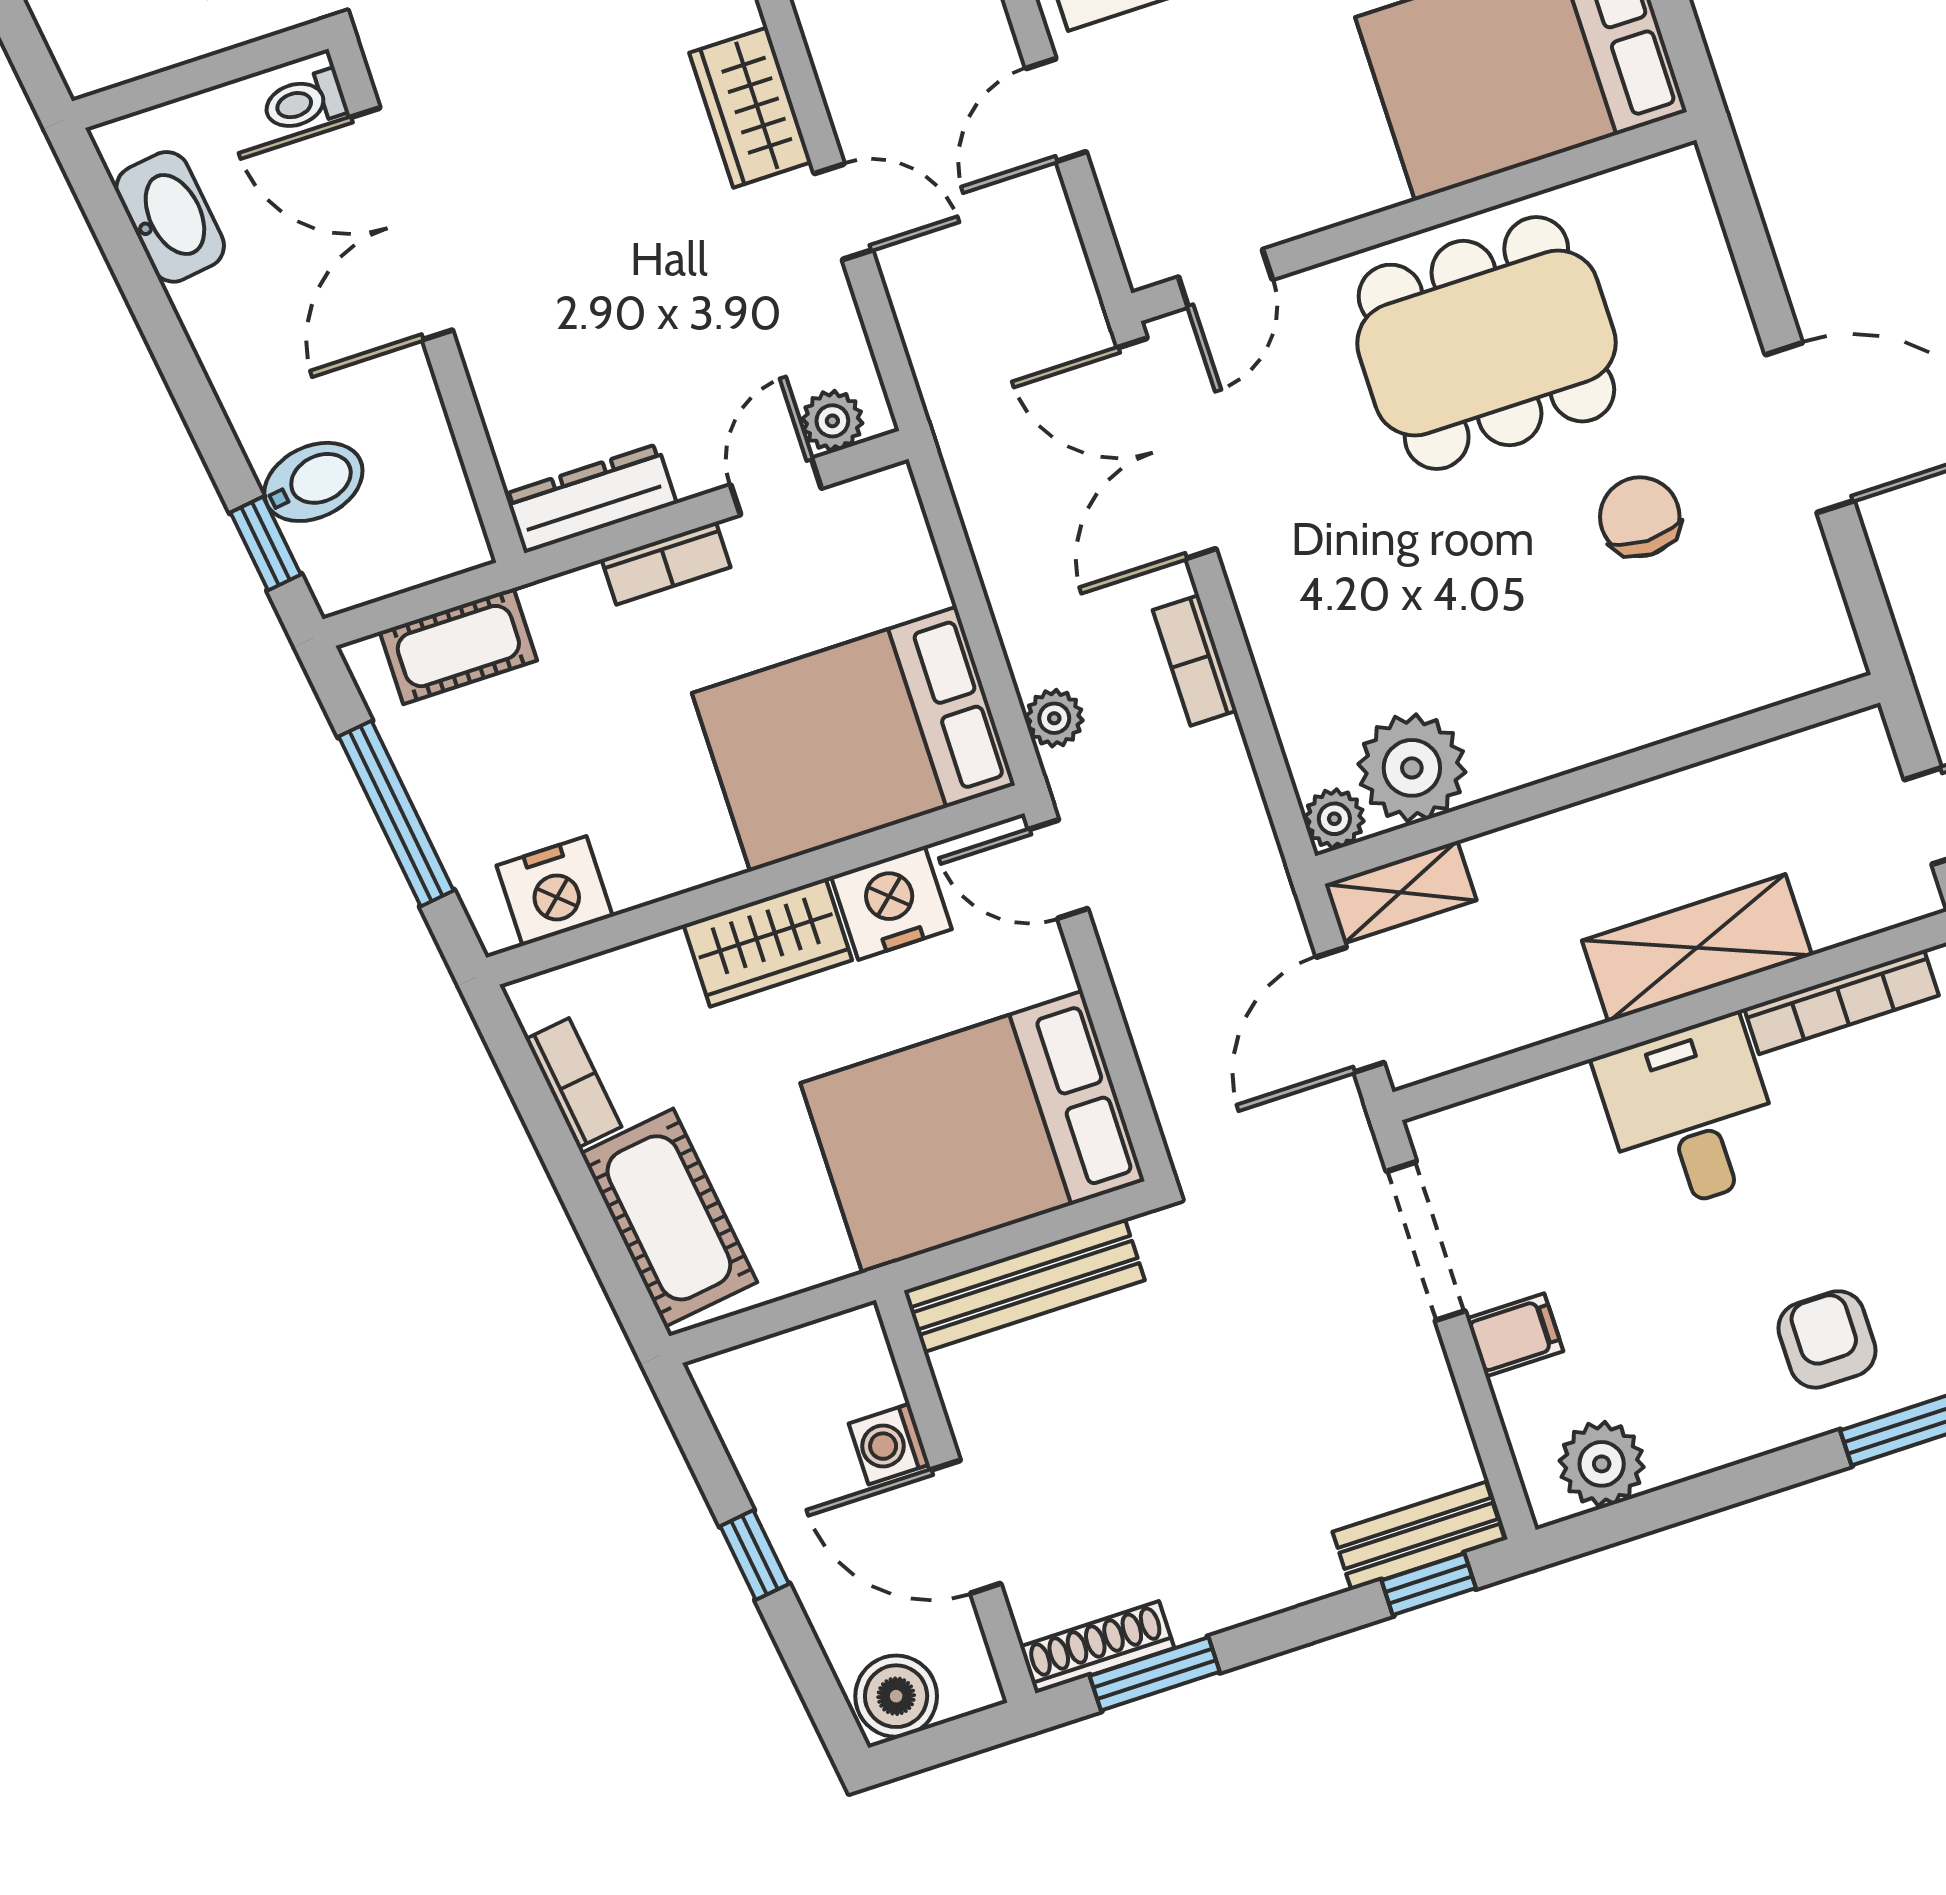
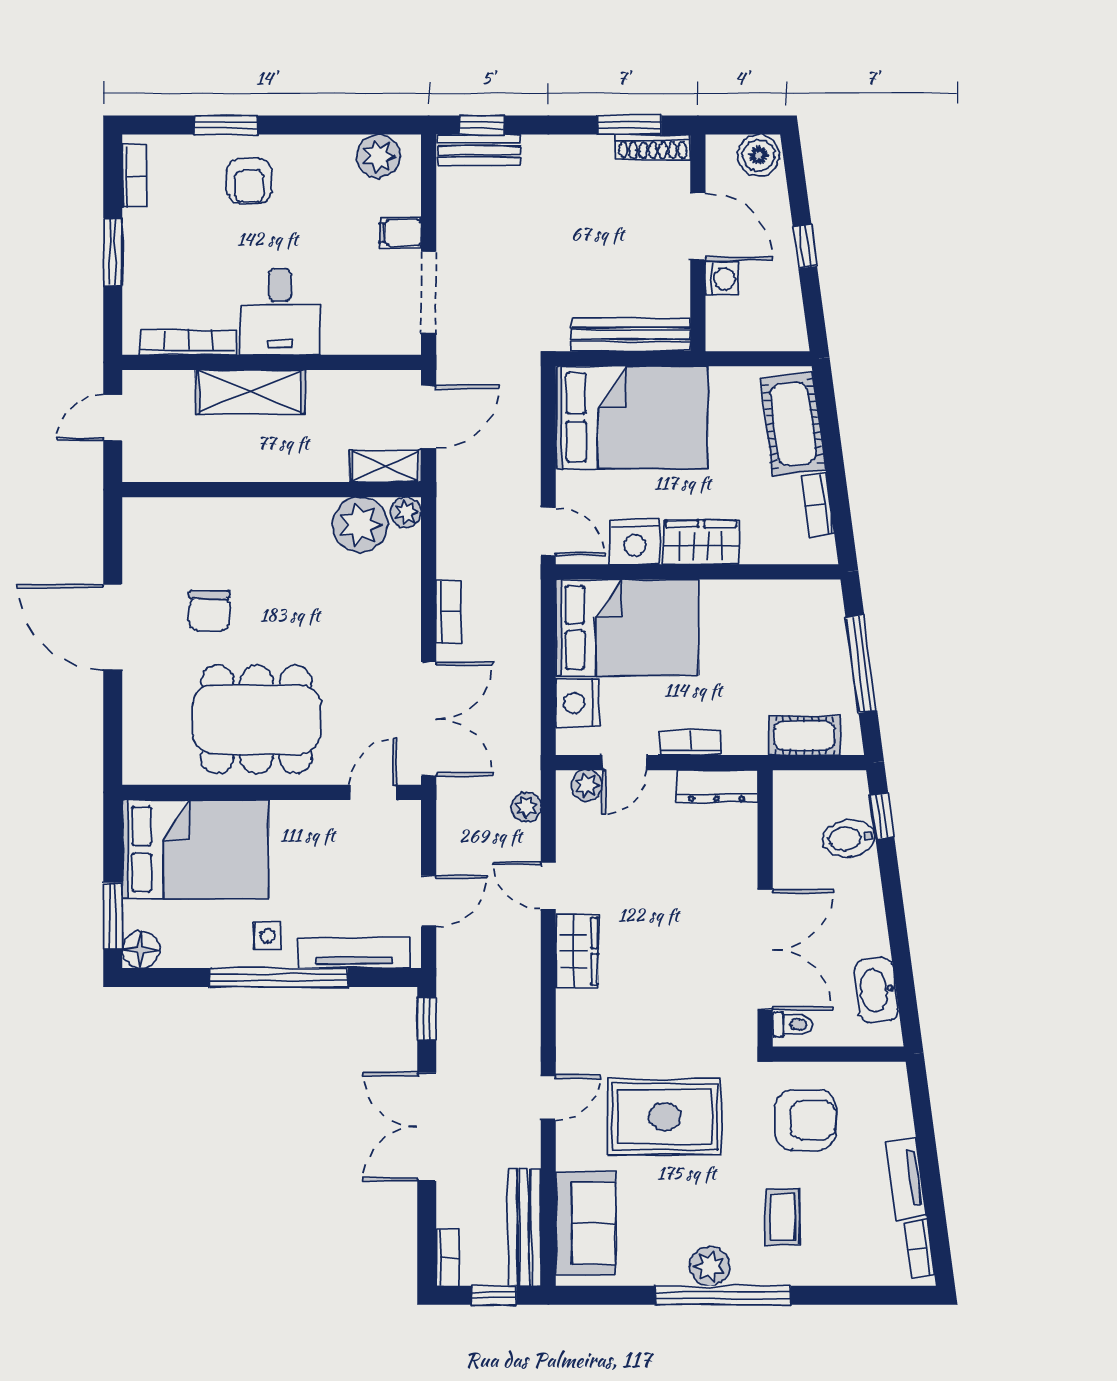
plant: (1054, 718) -> (526, 807), moved
nightstand: (555, 891) -> (577, 703), moved, turned -90

